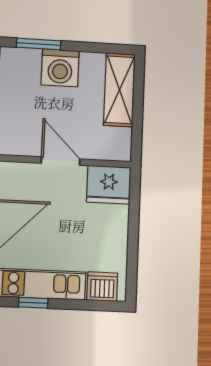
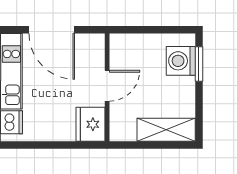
washing machine: (60, 68) -> (181, 61), moved

